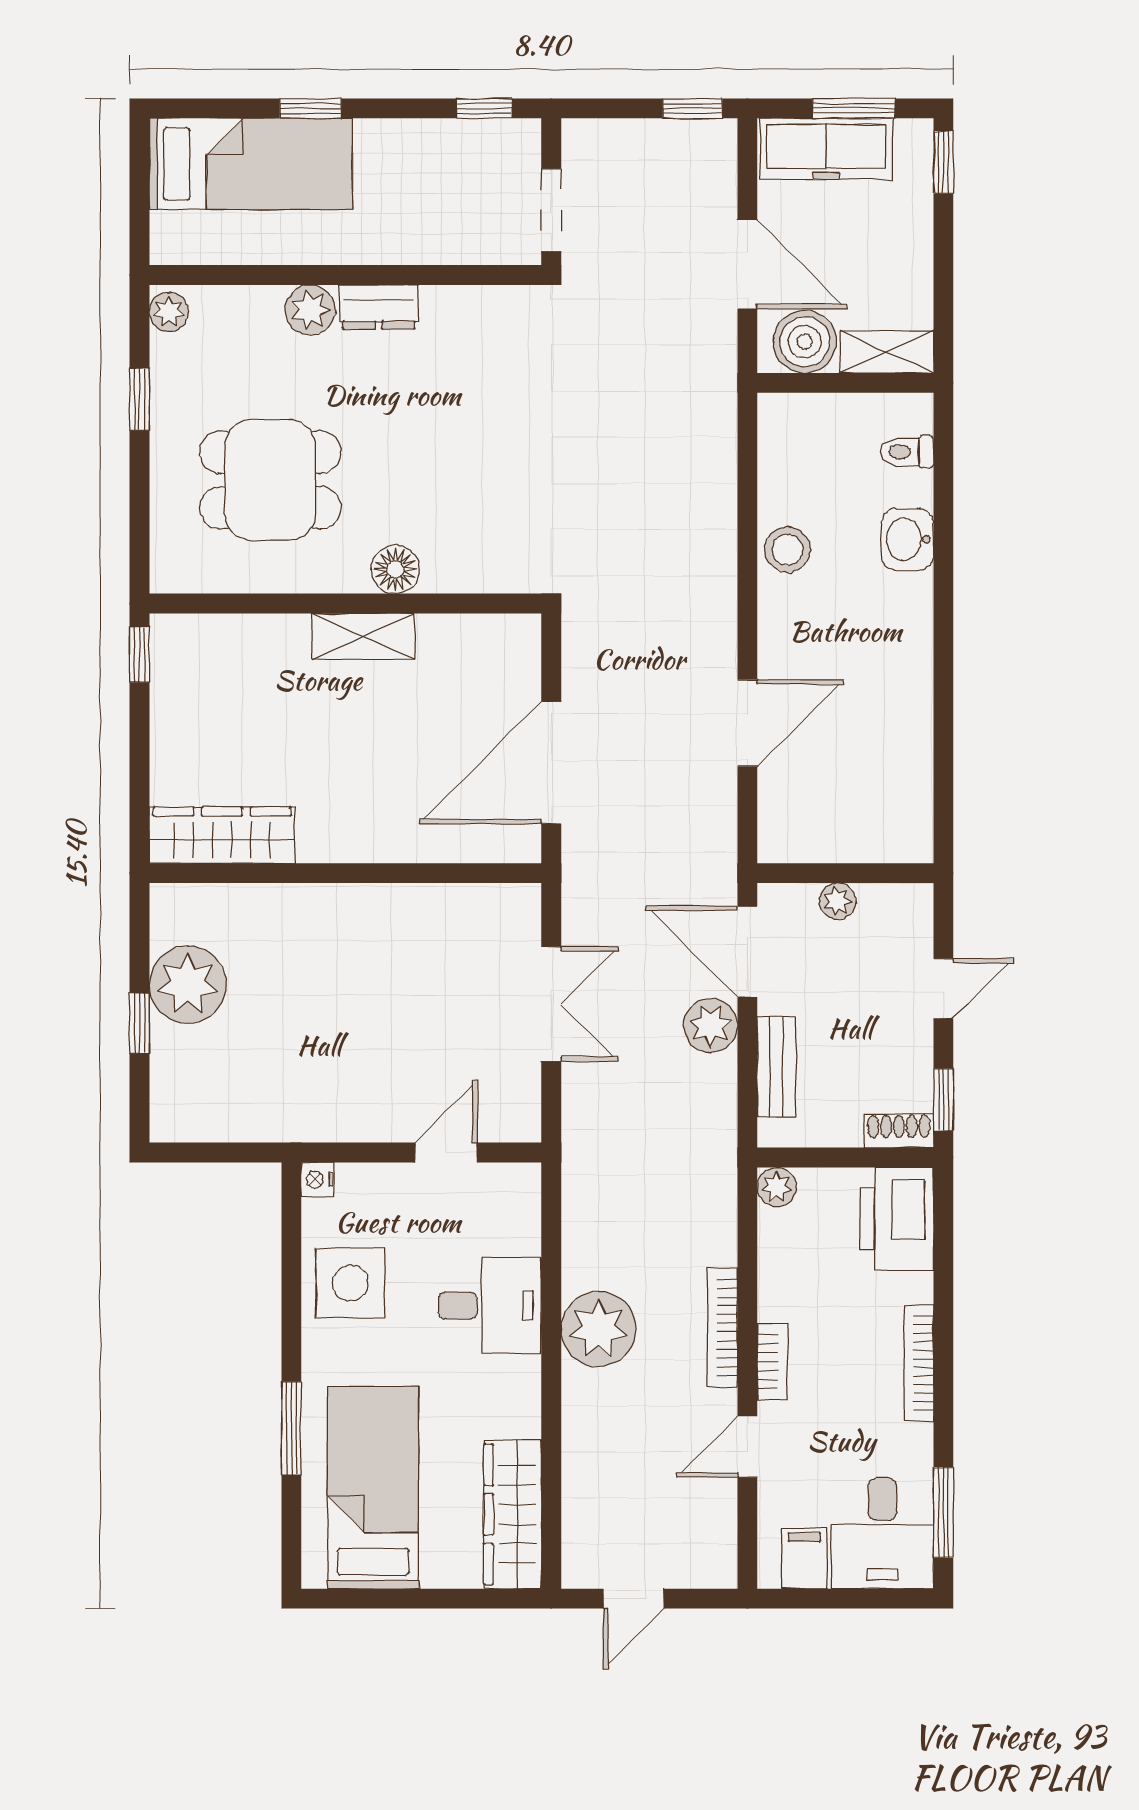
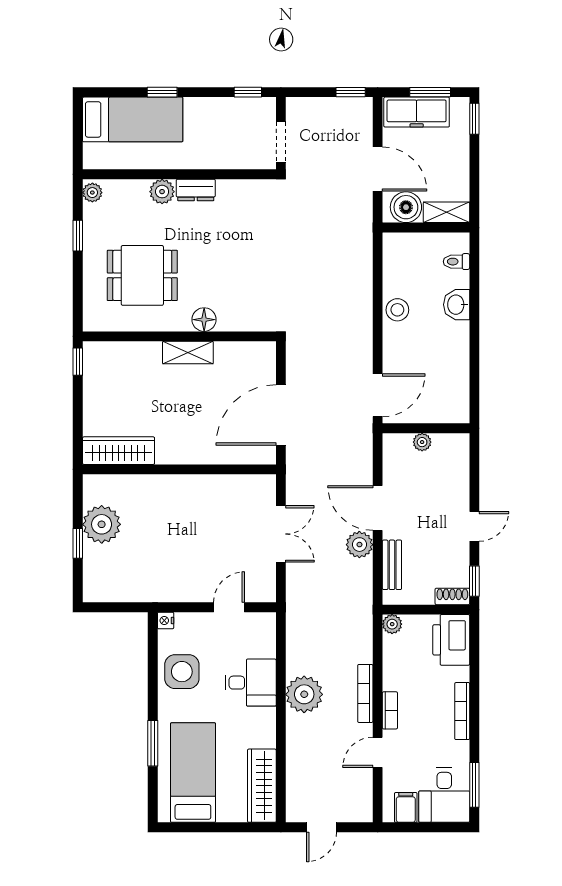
wall: (845, 873) -> (426, 428), moved
plant: (837, 901) -> (422, 442), moved

